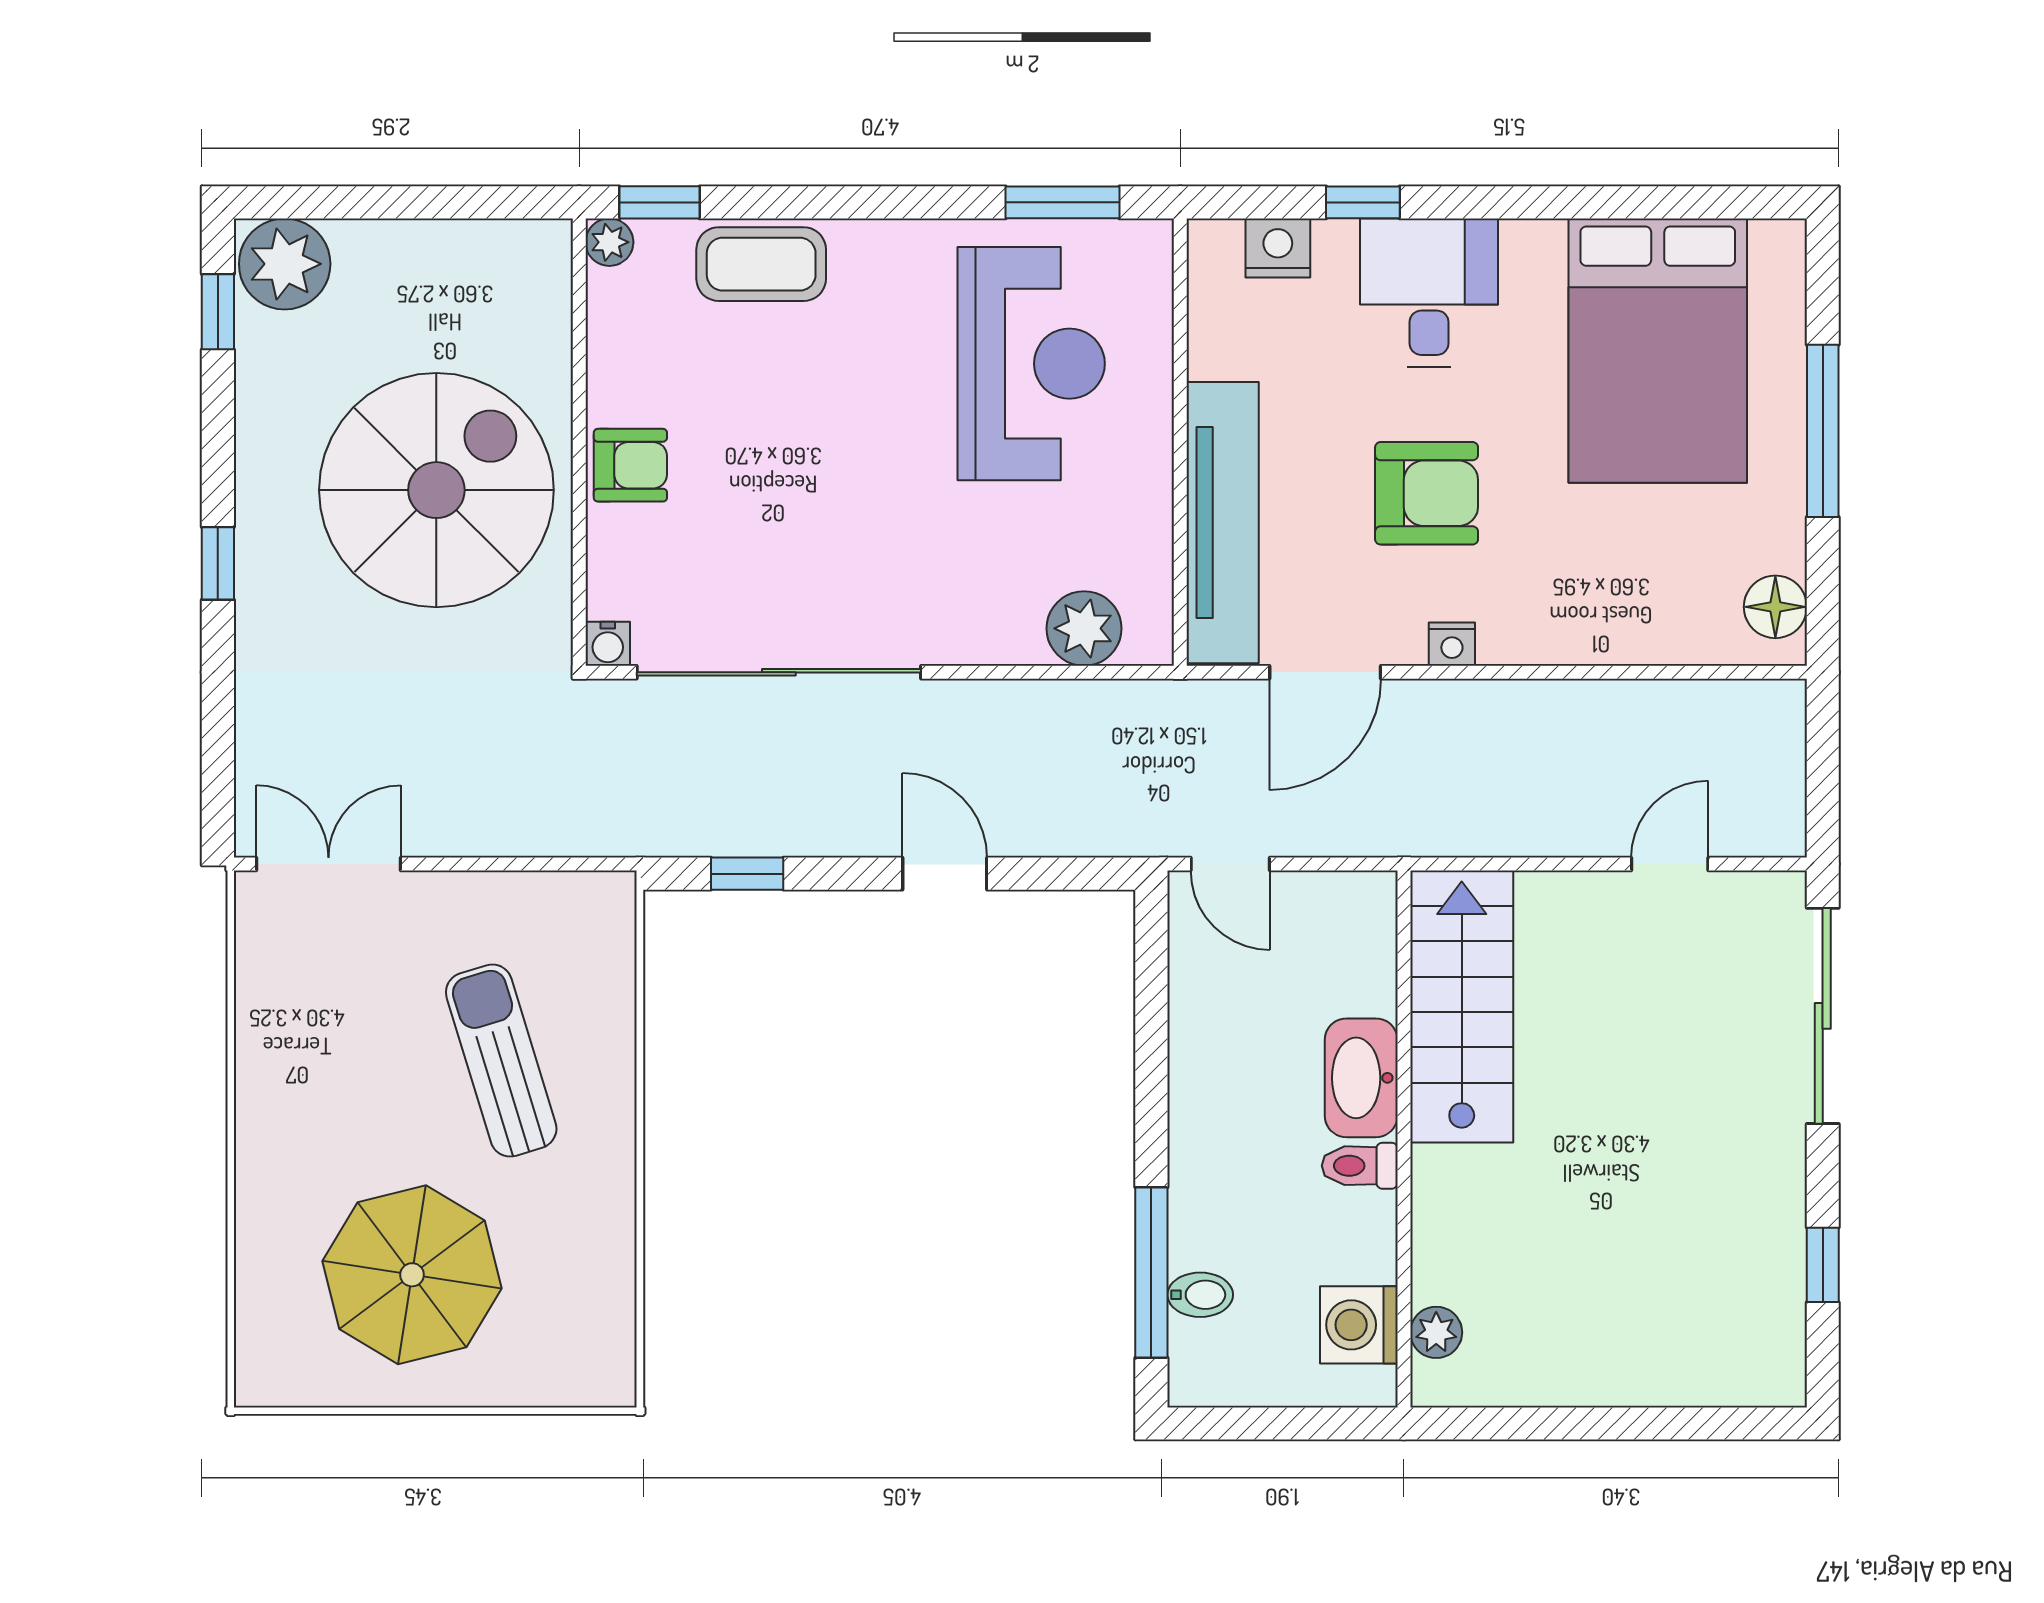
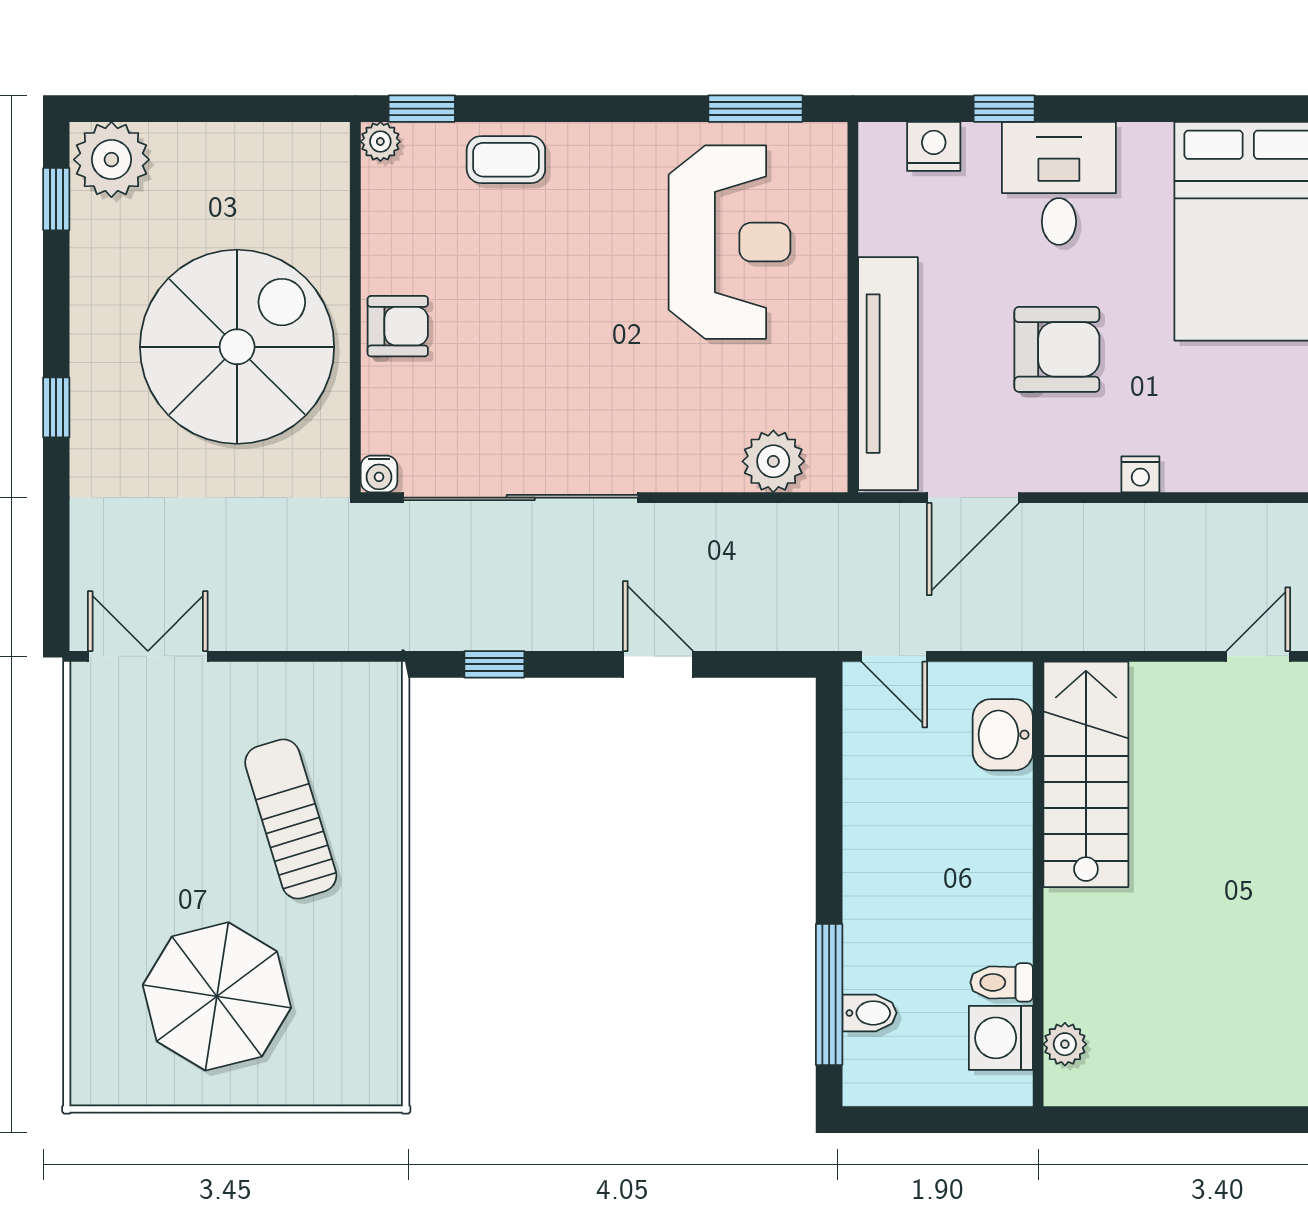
coffee table: (761, 264) -> (506, 160), width x0.73, depth x0.77
nightstand: (1452, 644) -> (1140, 474), moved
washbasin: (1361, 1078) -> (1003, 735), moved, width x0.72
toilet: (1360, 1166) -> (1002, 982), moved

